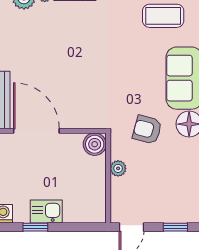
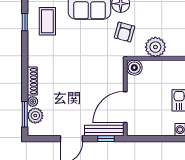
plant: (118, 168) -> (155, 47), width x1.87, depth x1.87

